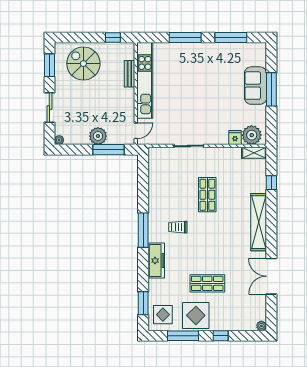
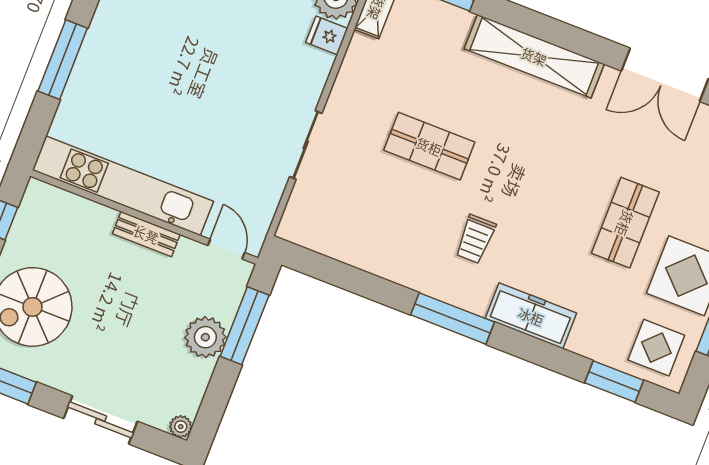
bench: (129, 74) -> (146, 234), moved

